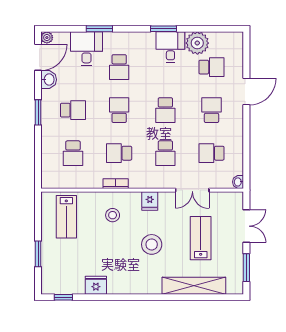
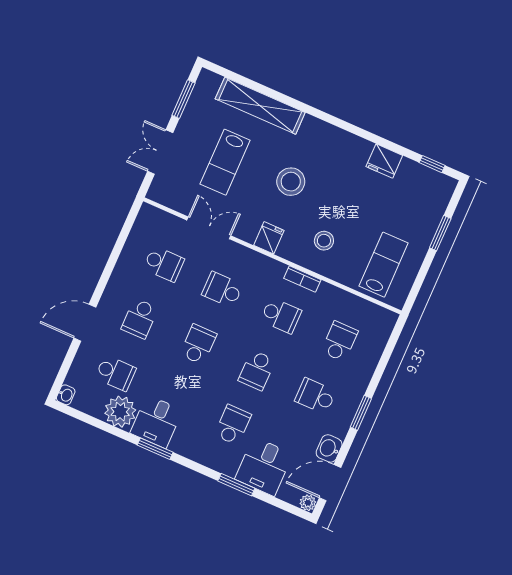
school desk: (212, 67) -> (116, 373), turned 180
school desk: (165, 153) -> (222, 290), turned -90
washbasin: (238, 182) -> (66, 395), moved

